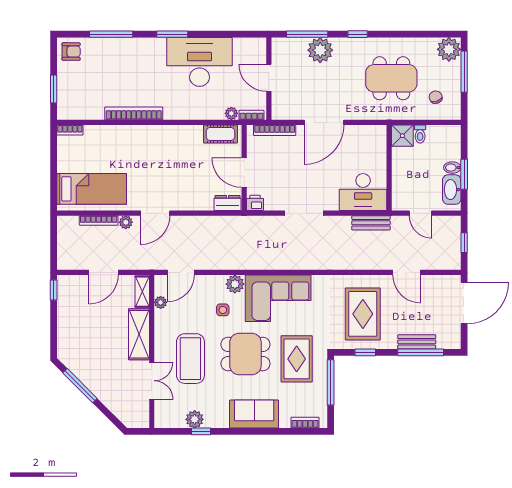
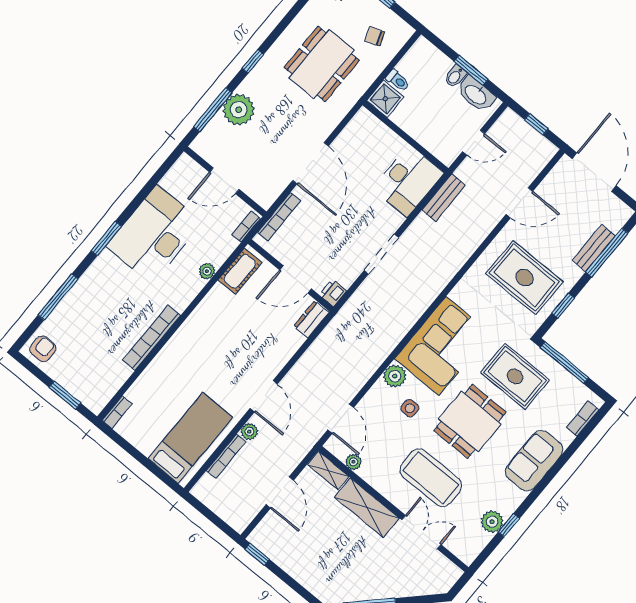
plant: (231, 113) -> (207, 271), moved

